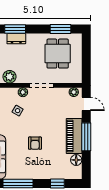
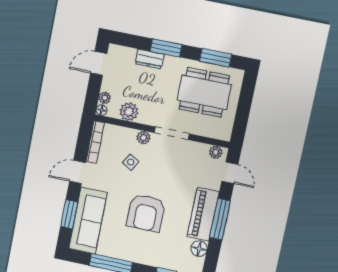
window: (15, 29) -> (166, 48), moved
dining table: (58, 54) -> (204, 92), width x1.38
armchair: (35, 143) -> (146, 213), width x1.88, depth x1.88

